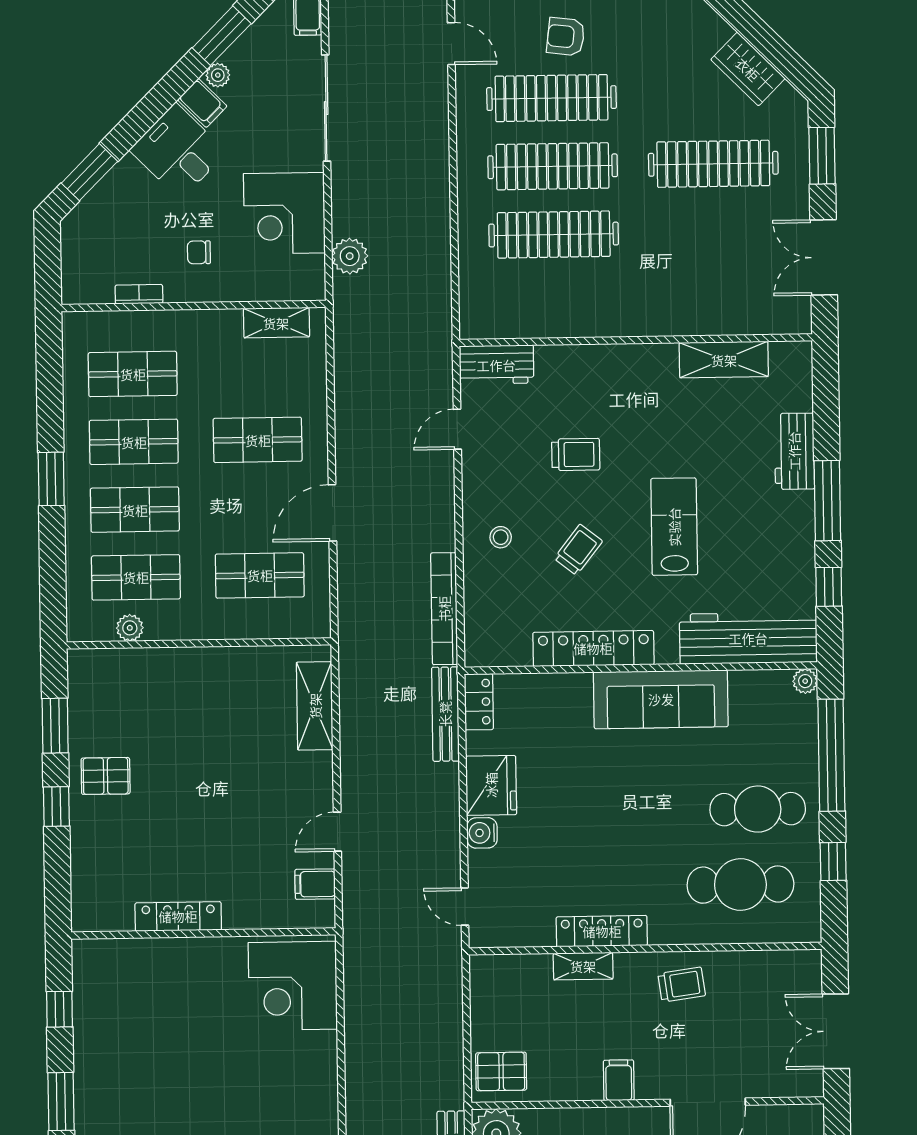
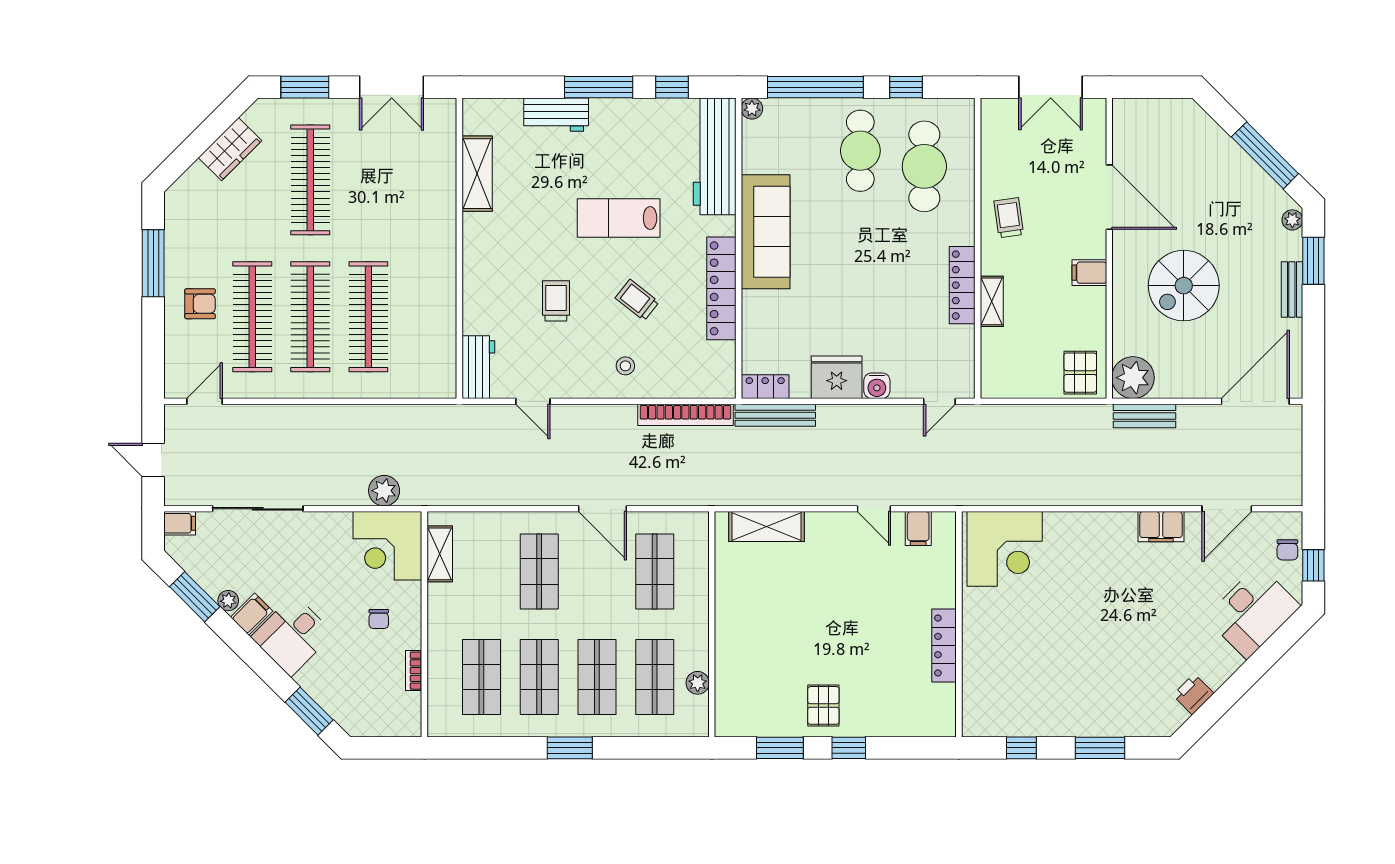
armchair: (566, 37) -> (200, 304), turned -97
corner desk: (284, 213) -> (387, 546), moved, turned 90

